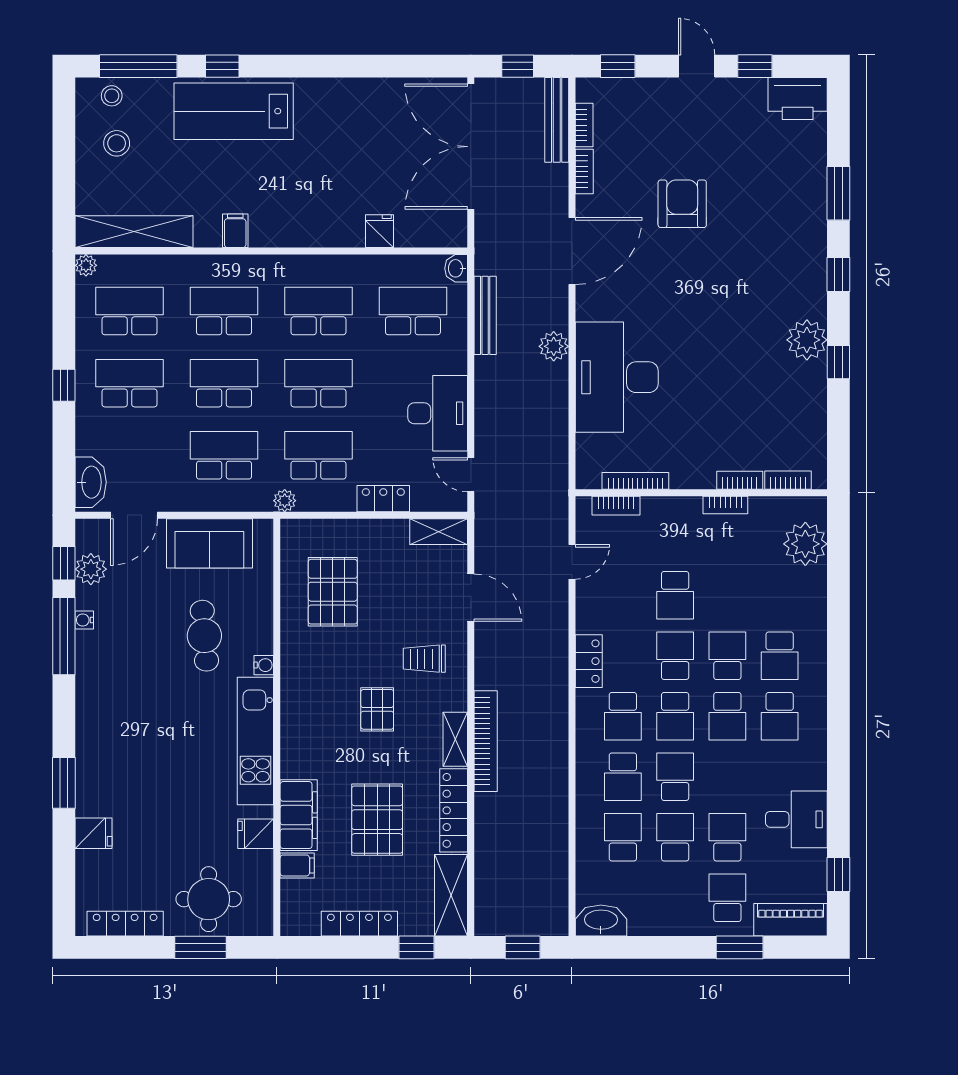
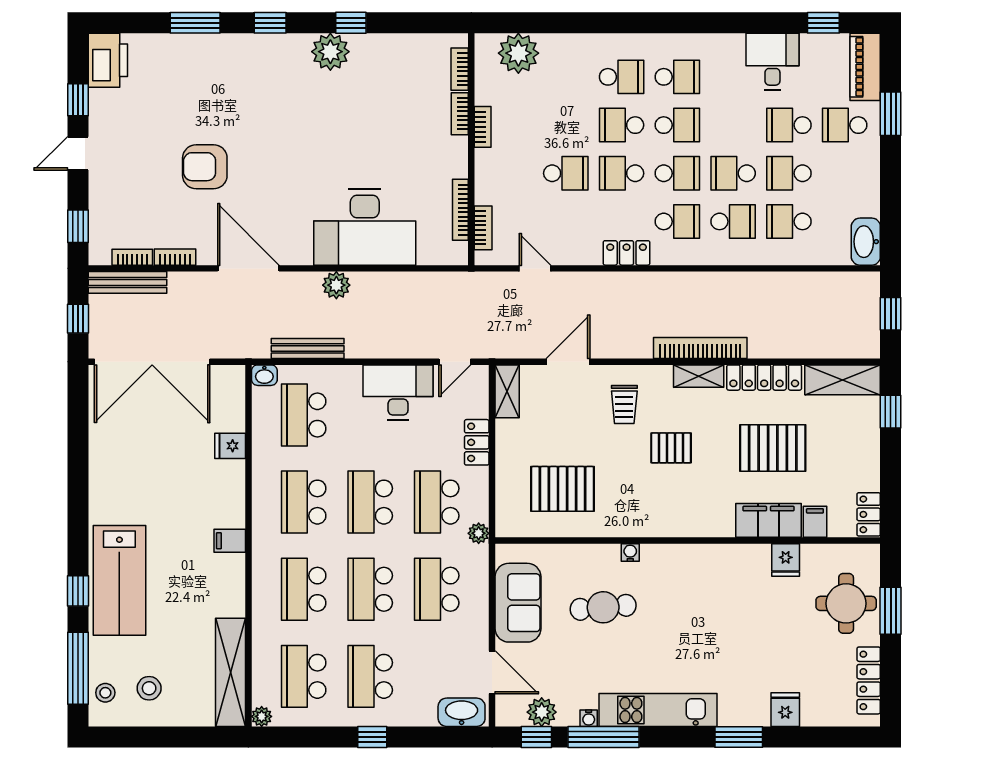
filing cabinet: (235, 231) -> (230, 541), moved
kitchen unit: (255, 741) -> (658, 710), moved, turned 180
locker: (359, 924) -> (869, 514), moved, width x0.66

